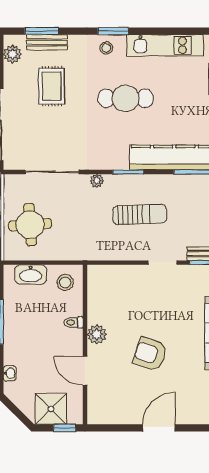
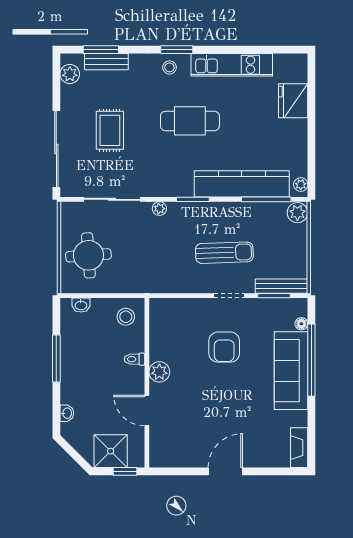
rug: (52, 86) -> (110, 130), moved
sun lounger: (140, 214) -> (224, 253), moved
washbasin: (31, 275) -> (81, 305), width x0.52, depth x0.69
armchair: (150, 354) -> (224, 347), moved, turned -109

